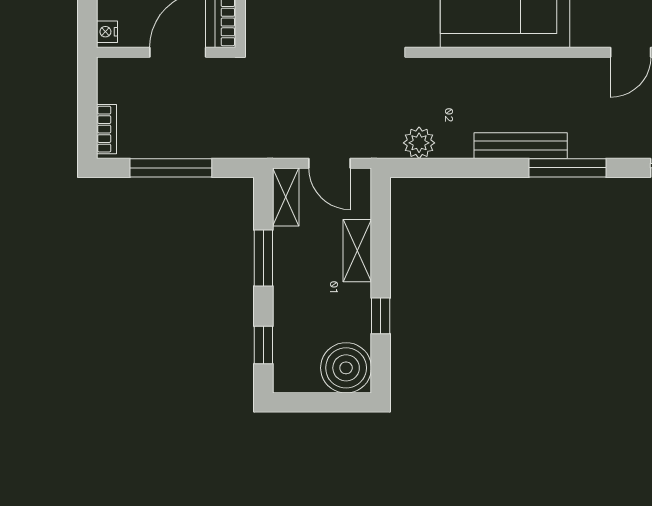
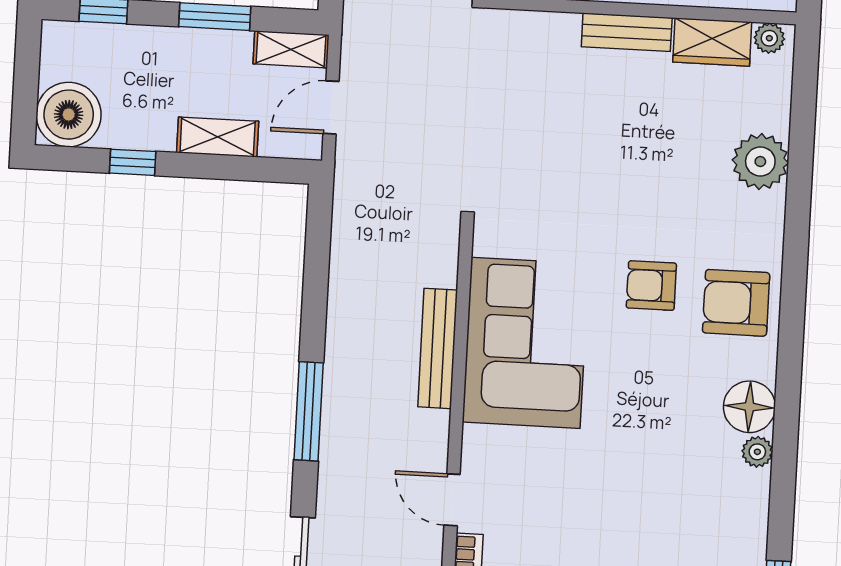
plant: (419, 143) -> (351, 223), removed
bench: (521, 146) -> (438, 348), moved

